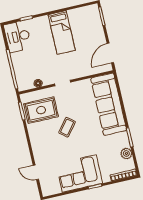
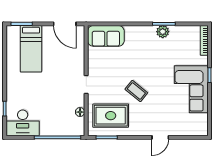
bed: (62, 32) -> (31, 49), moved, turned 90
sofa: (109, 104) -> (106, 36), width x0.54, depth x0.79
rug: (41, 110) -> (111, 116), turned 90
plant: (126, 154) -> (163, 32), moved
door: (36, 172) -> (160, 137), moved

